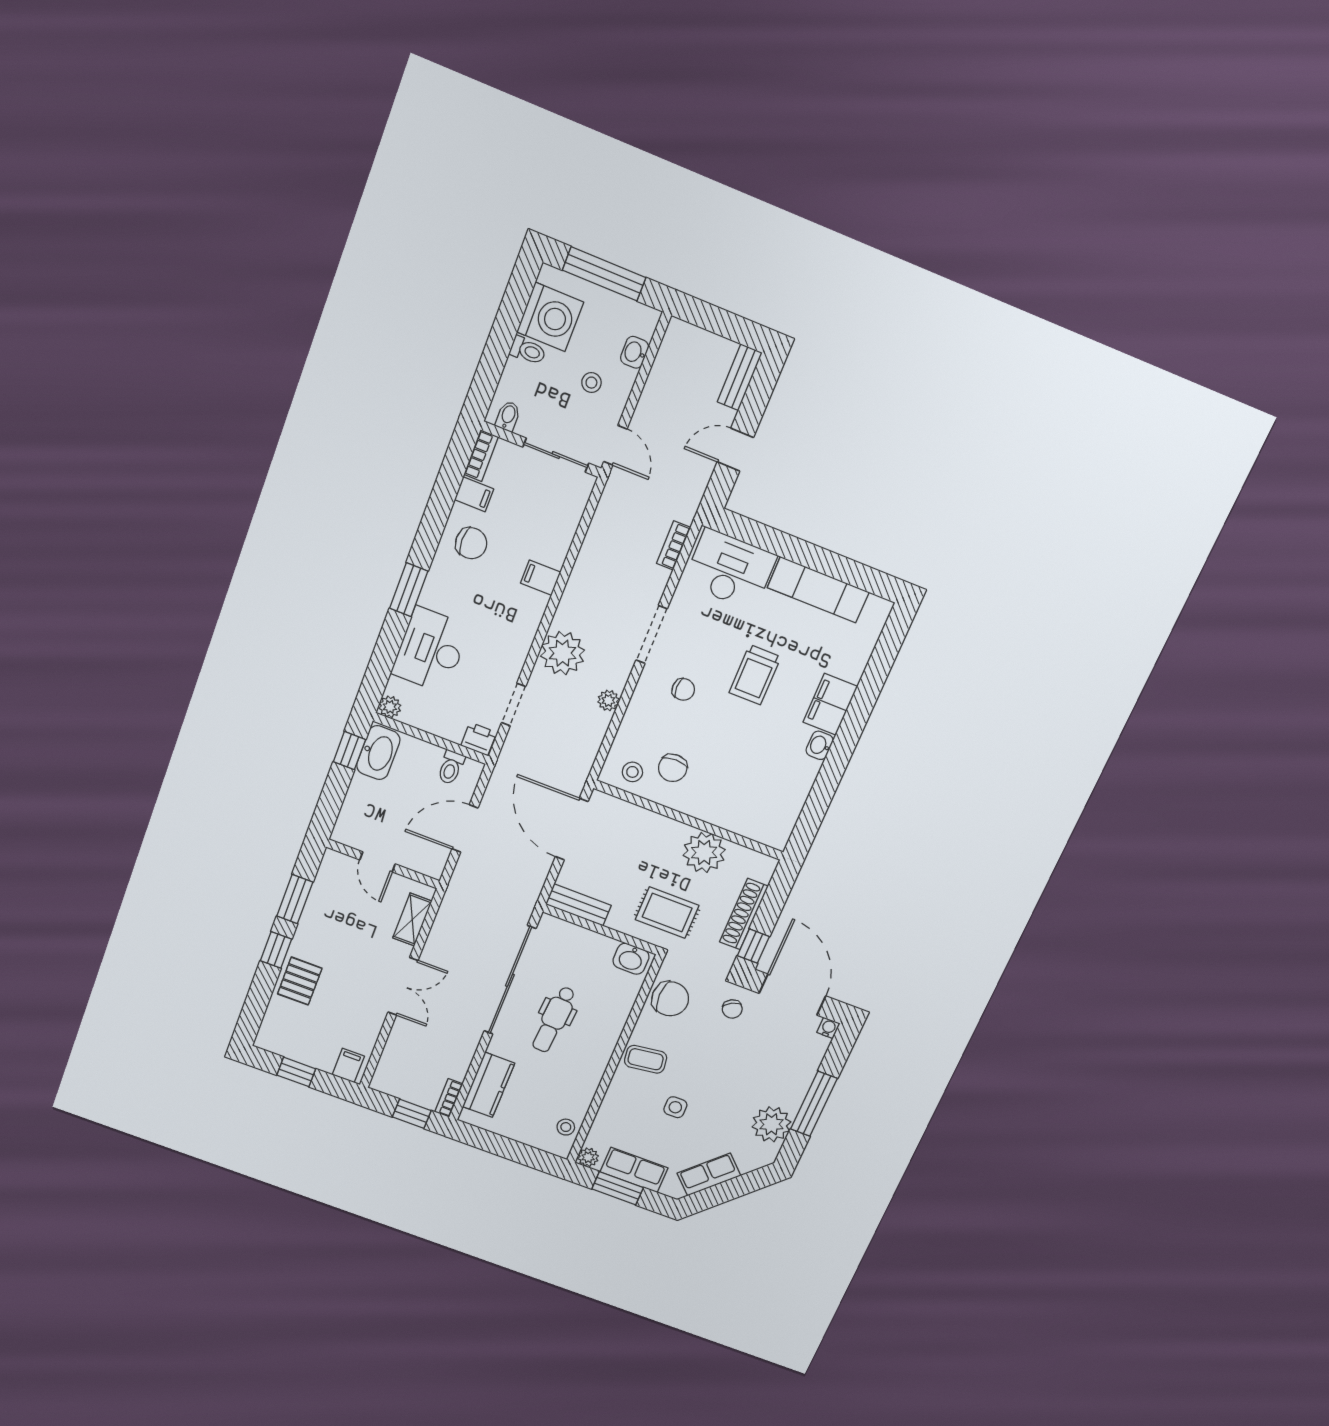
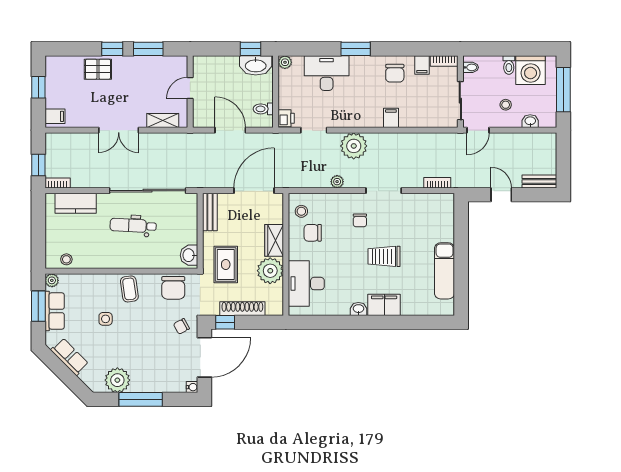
desk: (730, 569) -> (306, 284), moved, turned 180
wardrobe: (660, 829) -> (274, 240), added

